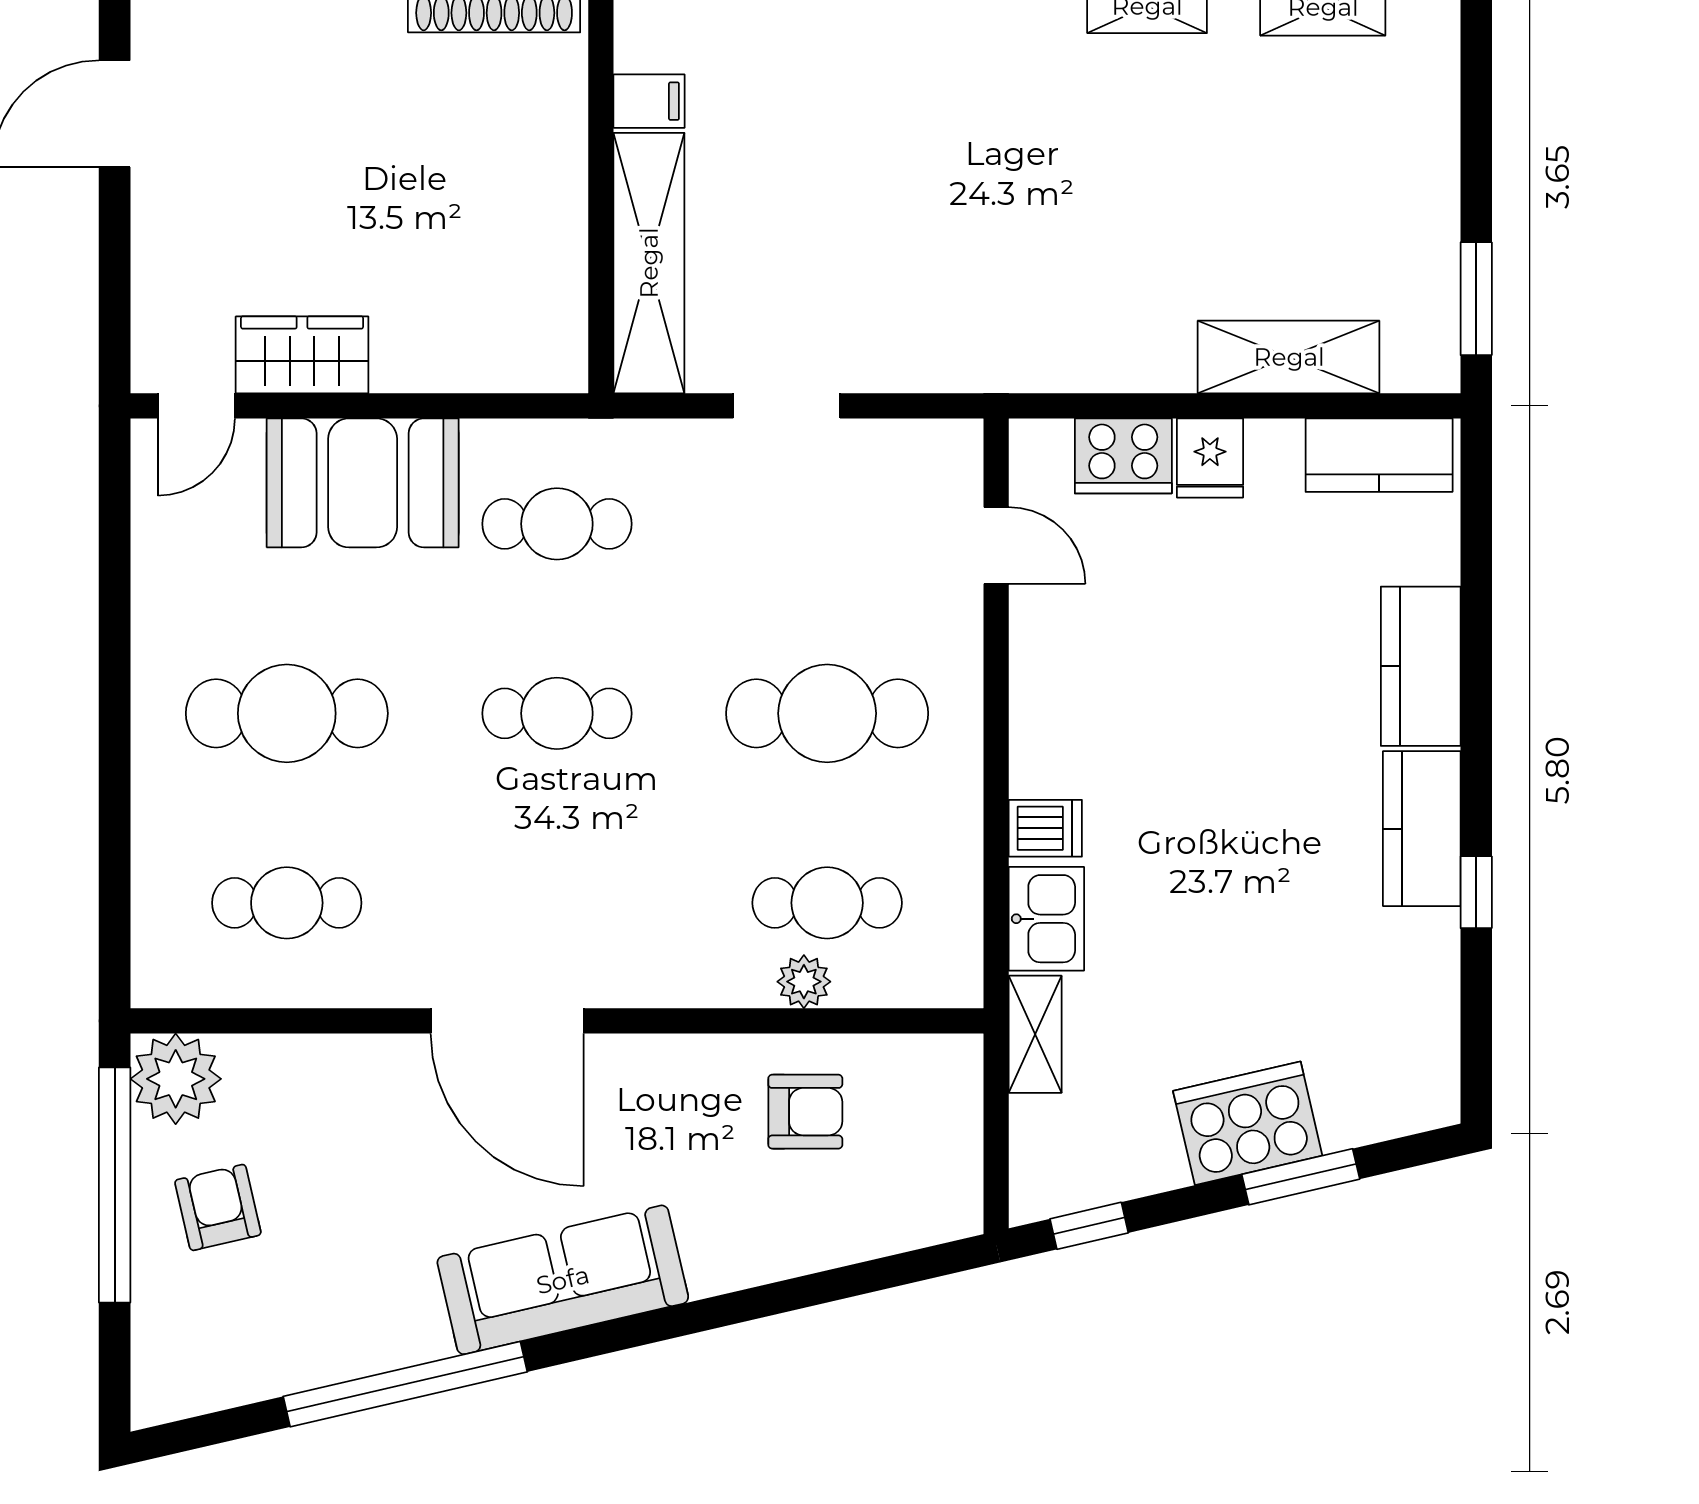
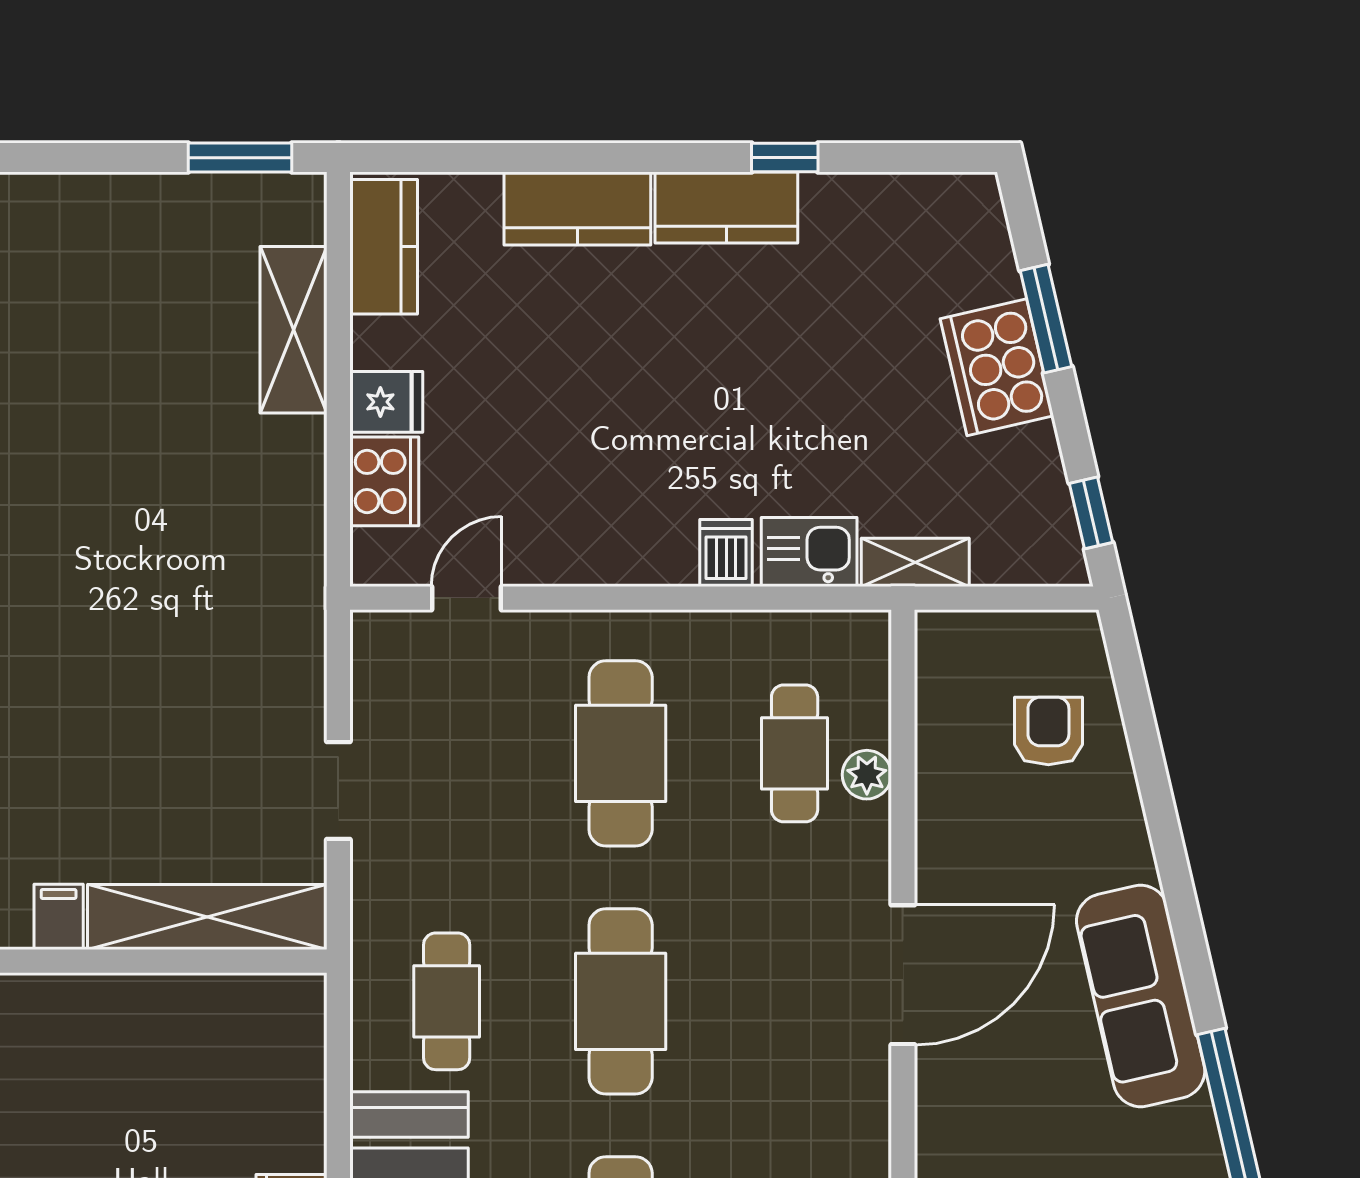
cafe table: (557, 713) -> (621, 1001), width x1.37, depth x1.35
door: (507, 1021) -> (903, 975), moved
armchair: (805, 1112) -> (1048, 731), moved

